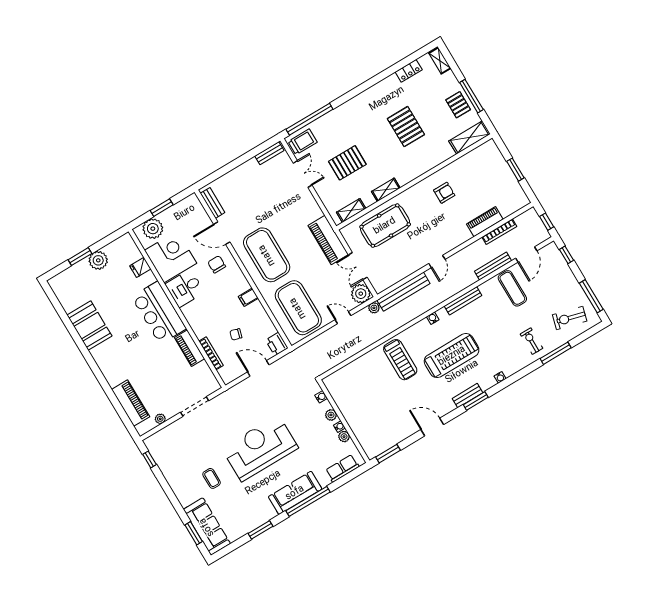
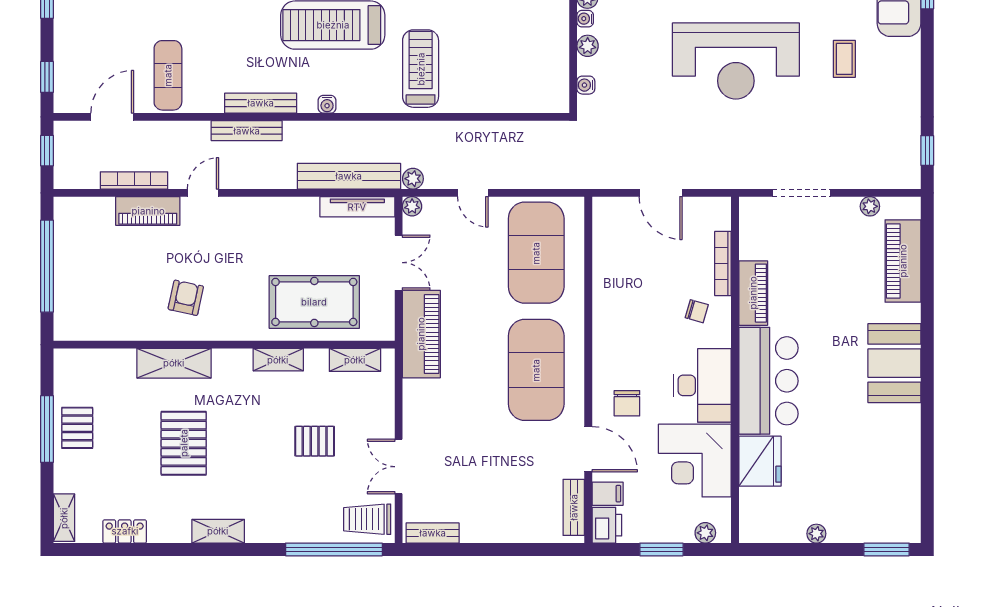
shelving: (367, 96) -> (218, 531), added
shelving: (470, 137) -> (174, 363), moved
pallet: (347, 163) -> (315, 441), width x0.67, depth x0.71
window: (515, 170) -> (47, 266), width x2.11
armchair: (444, 193) -> (186, 298), turned 102
plant: (153, 229) -> (705, 533), width x0.53, depth x0.53
window: (80, 257) -> (887, 549), moved
plant: (98, 260) -> (816, 534), width x0.53, depth x0.53
door: (437, 261) -> (203, 193), moved
bench: (493, 266) -> (247, 131), moved
fridge: (140, 267) -> (760, 461), width x1.88, depth x1.34
tv unit: (391, 280) -> (357, 207), added
desk: (185, 288) -> (702, 385), width x1.37
plant: (361, 294) -> (412, 206), width x0.53, depth x0.53
filing cabinet: (248, 297) -> (608, 494), moved
booth: (89, 326) -> (894, 363), moved
chair: (236, 334) -> (697, 311), moved
printer: (277, 344) -> (607, 525), moved

